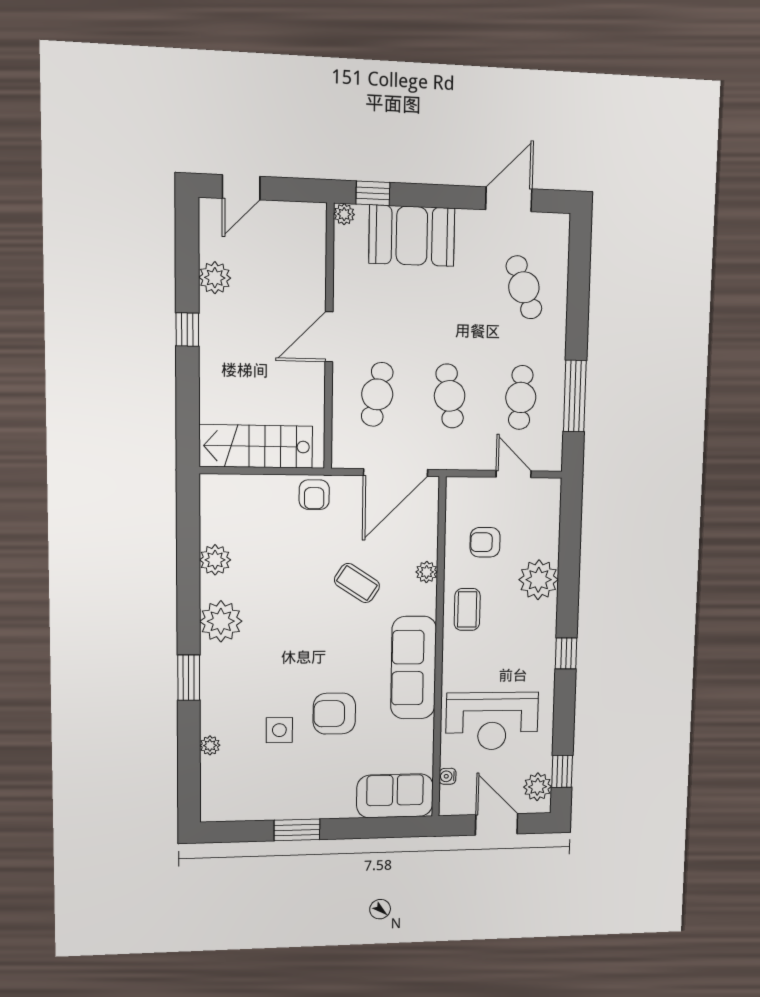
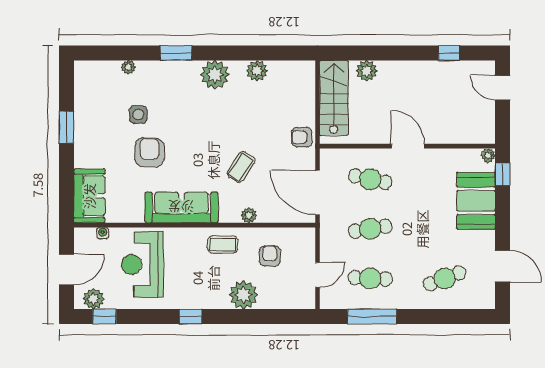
plant: (215, 278) -> (367, 71), moved
window: (187, 329) -> (449, 53), moved

